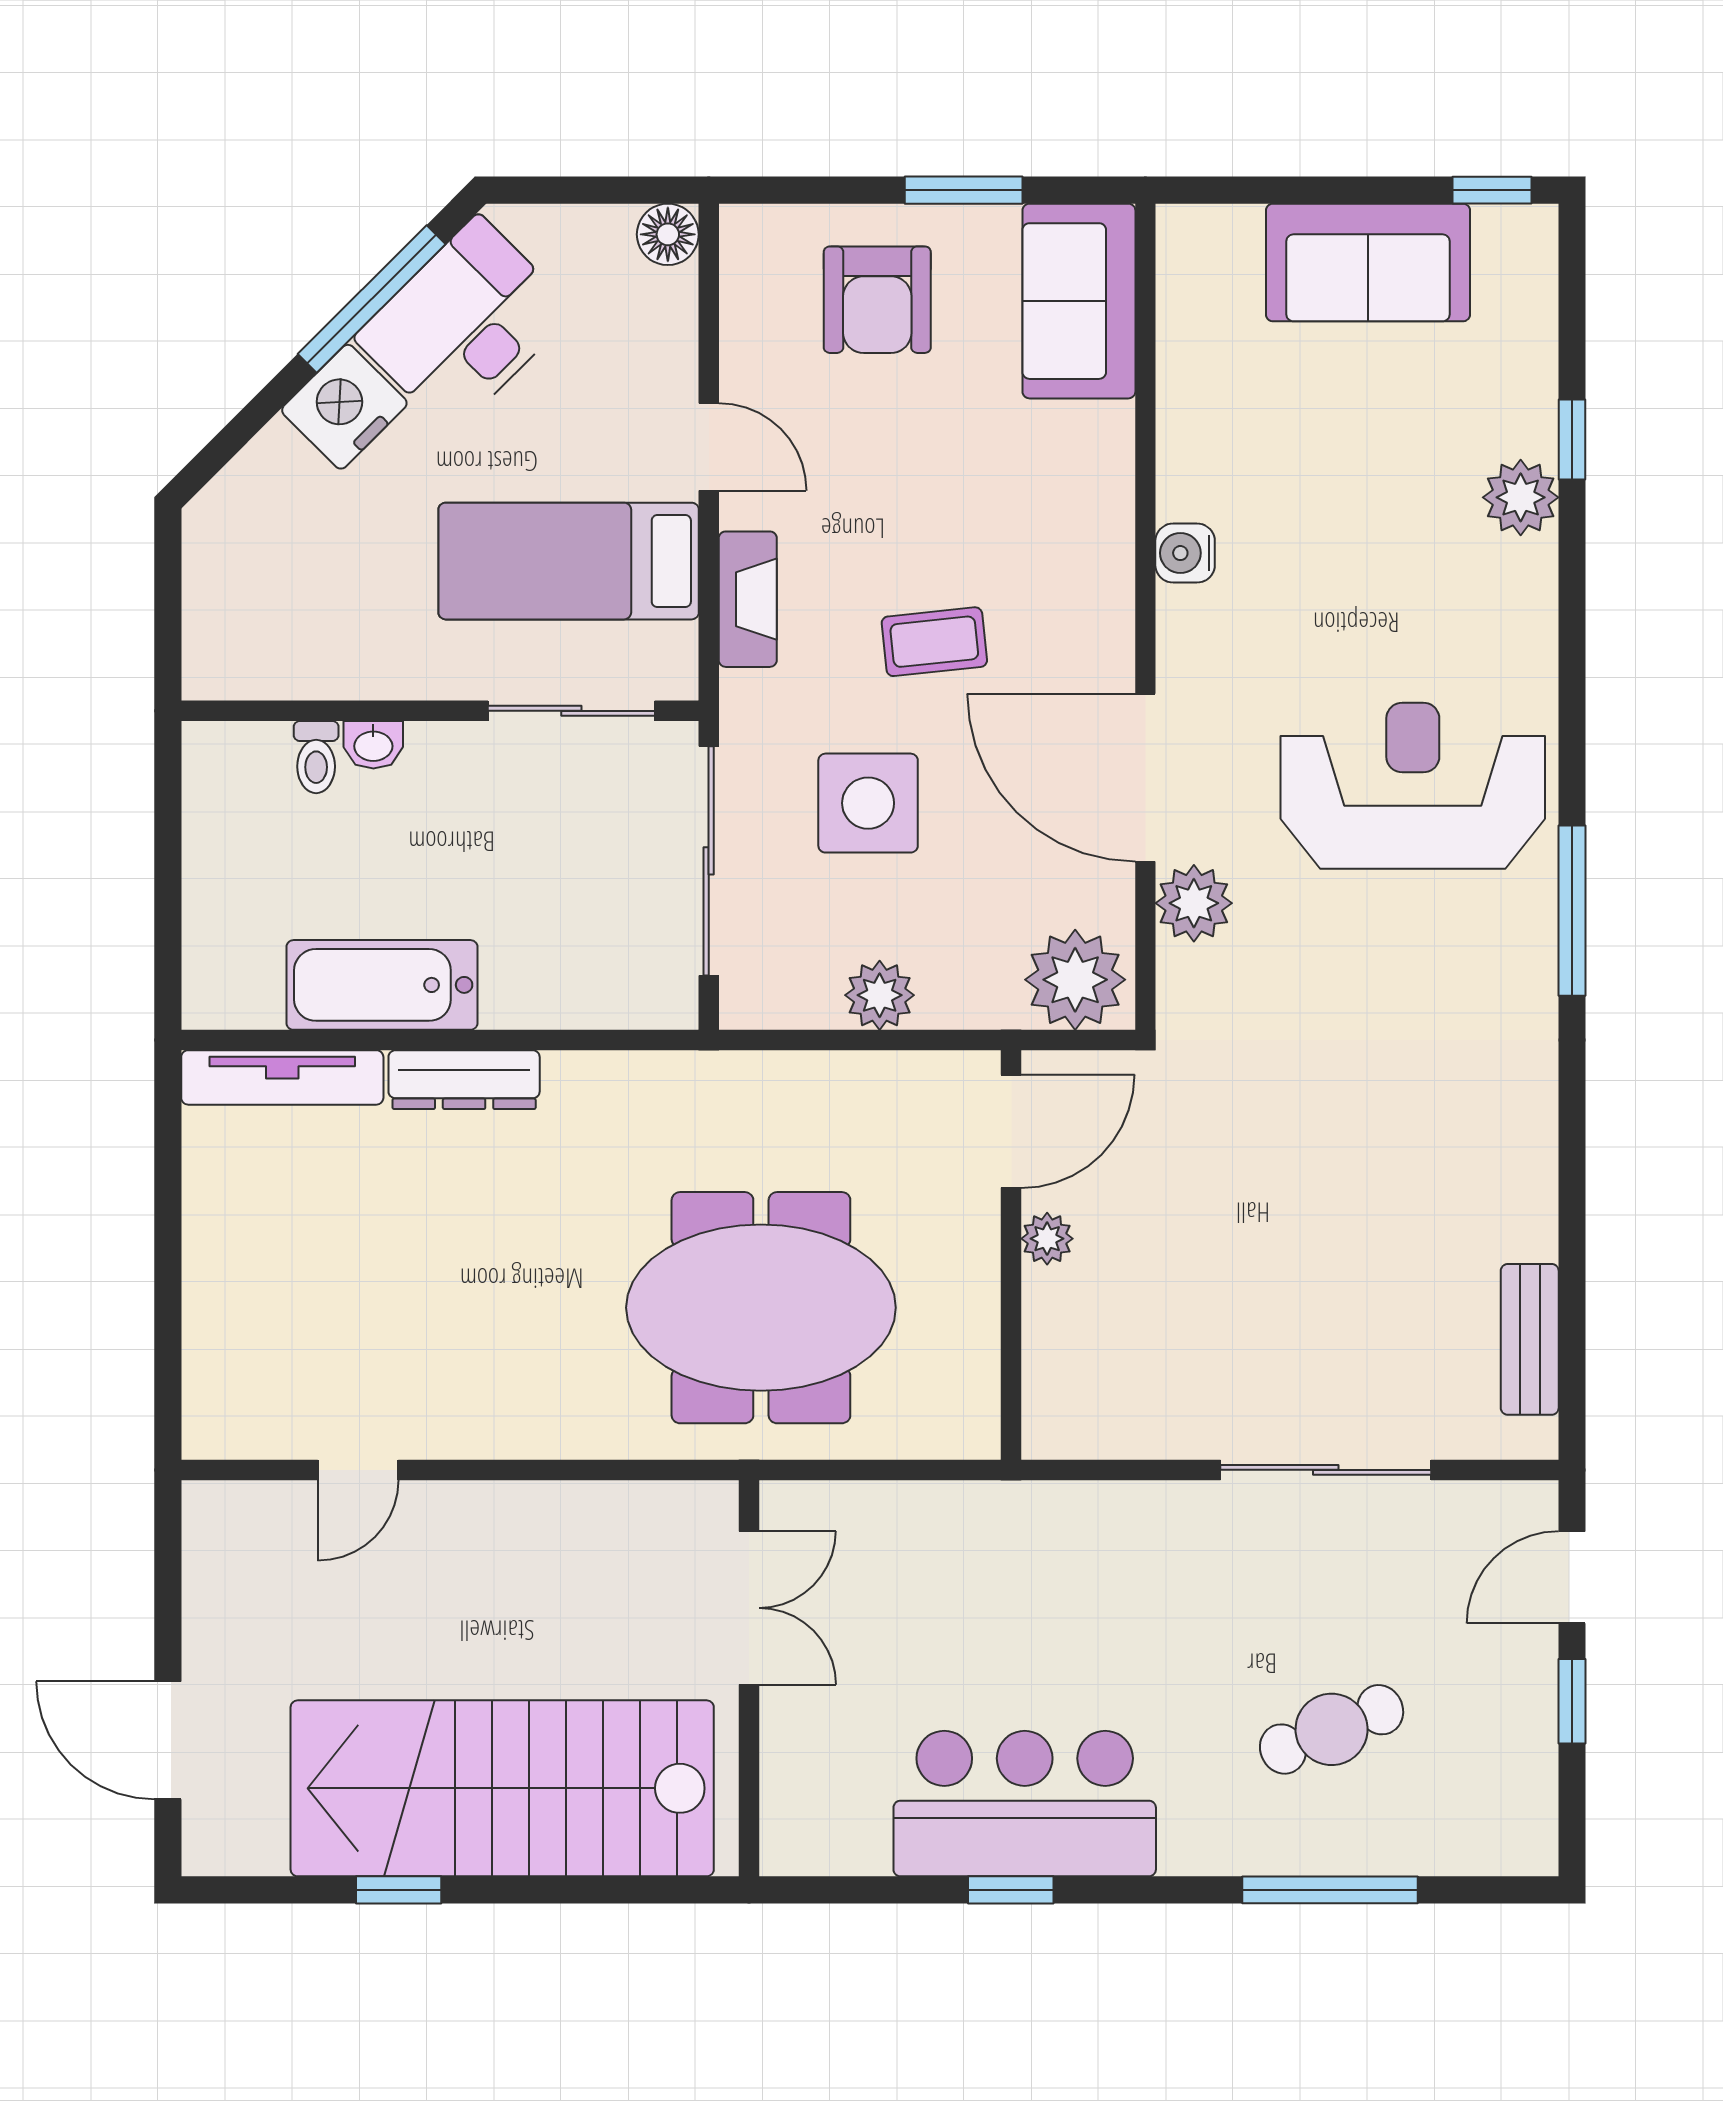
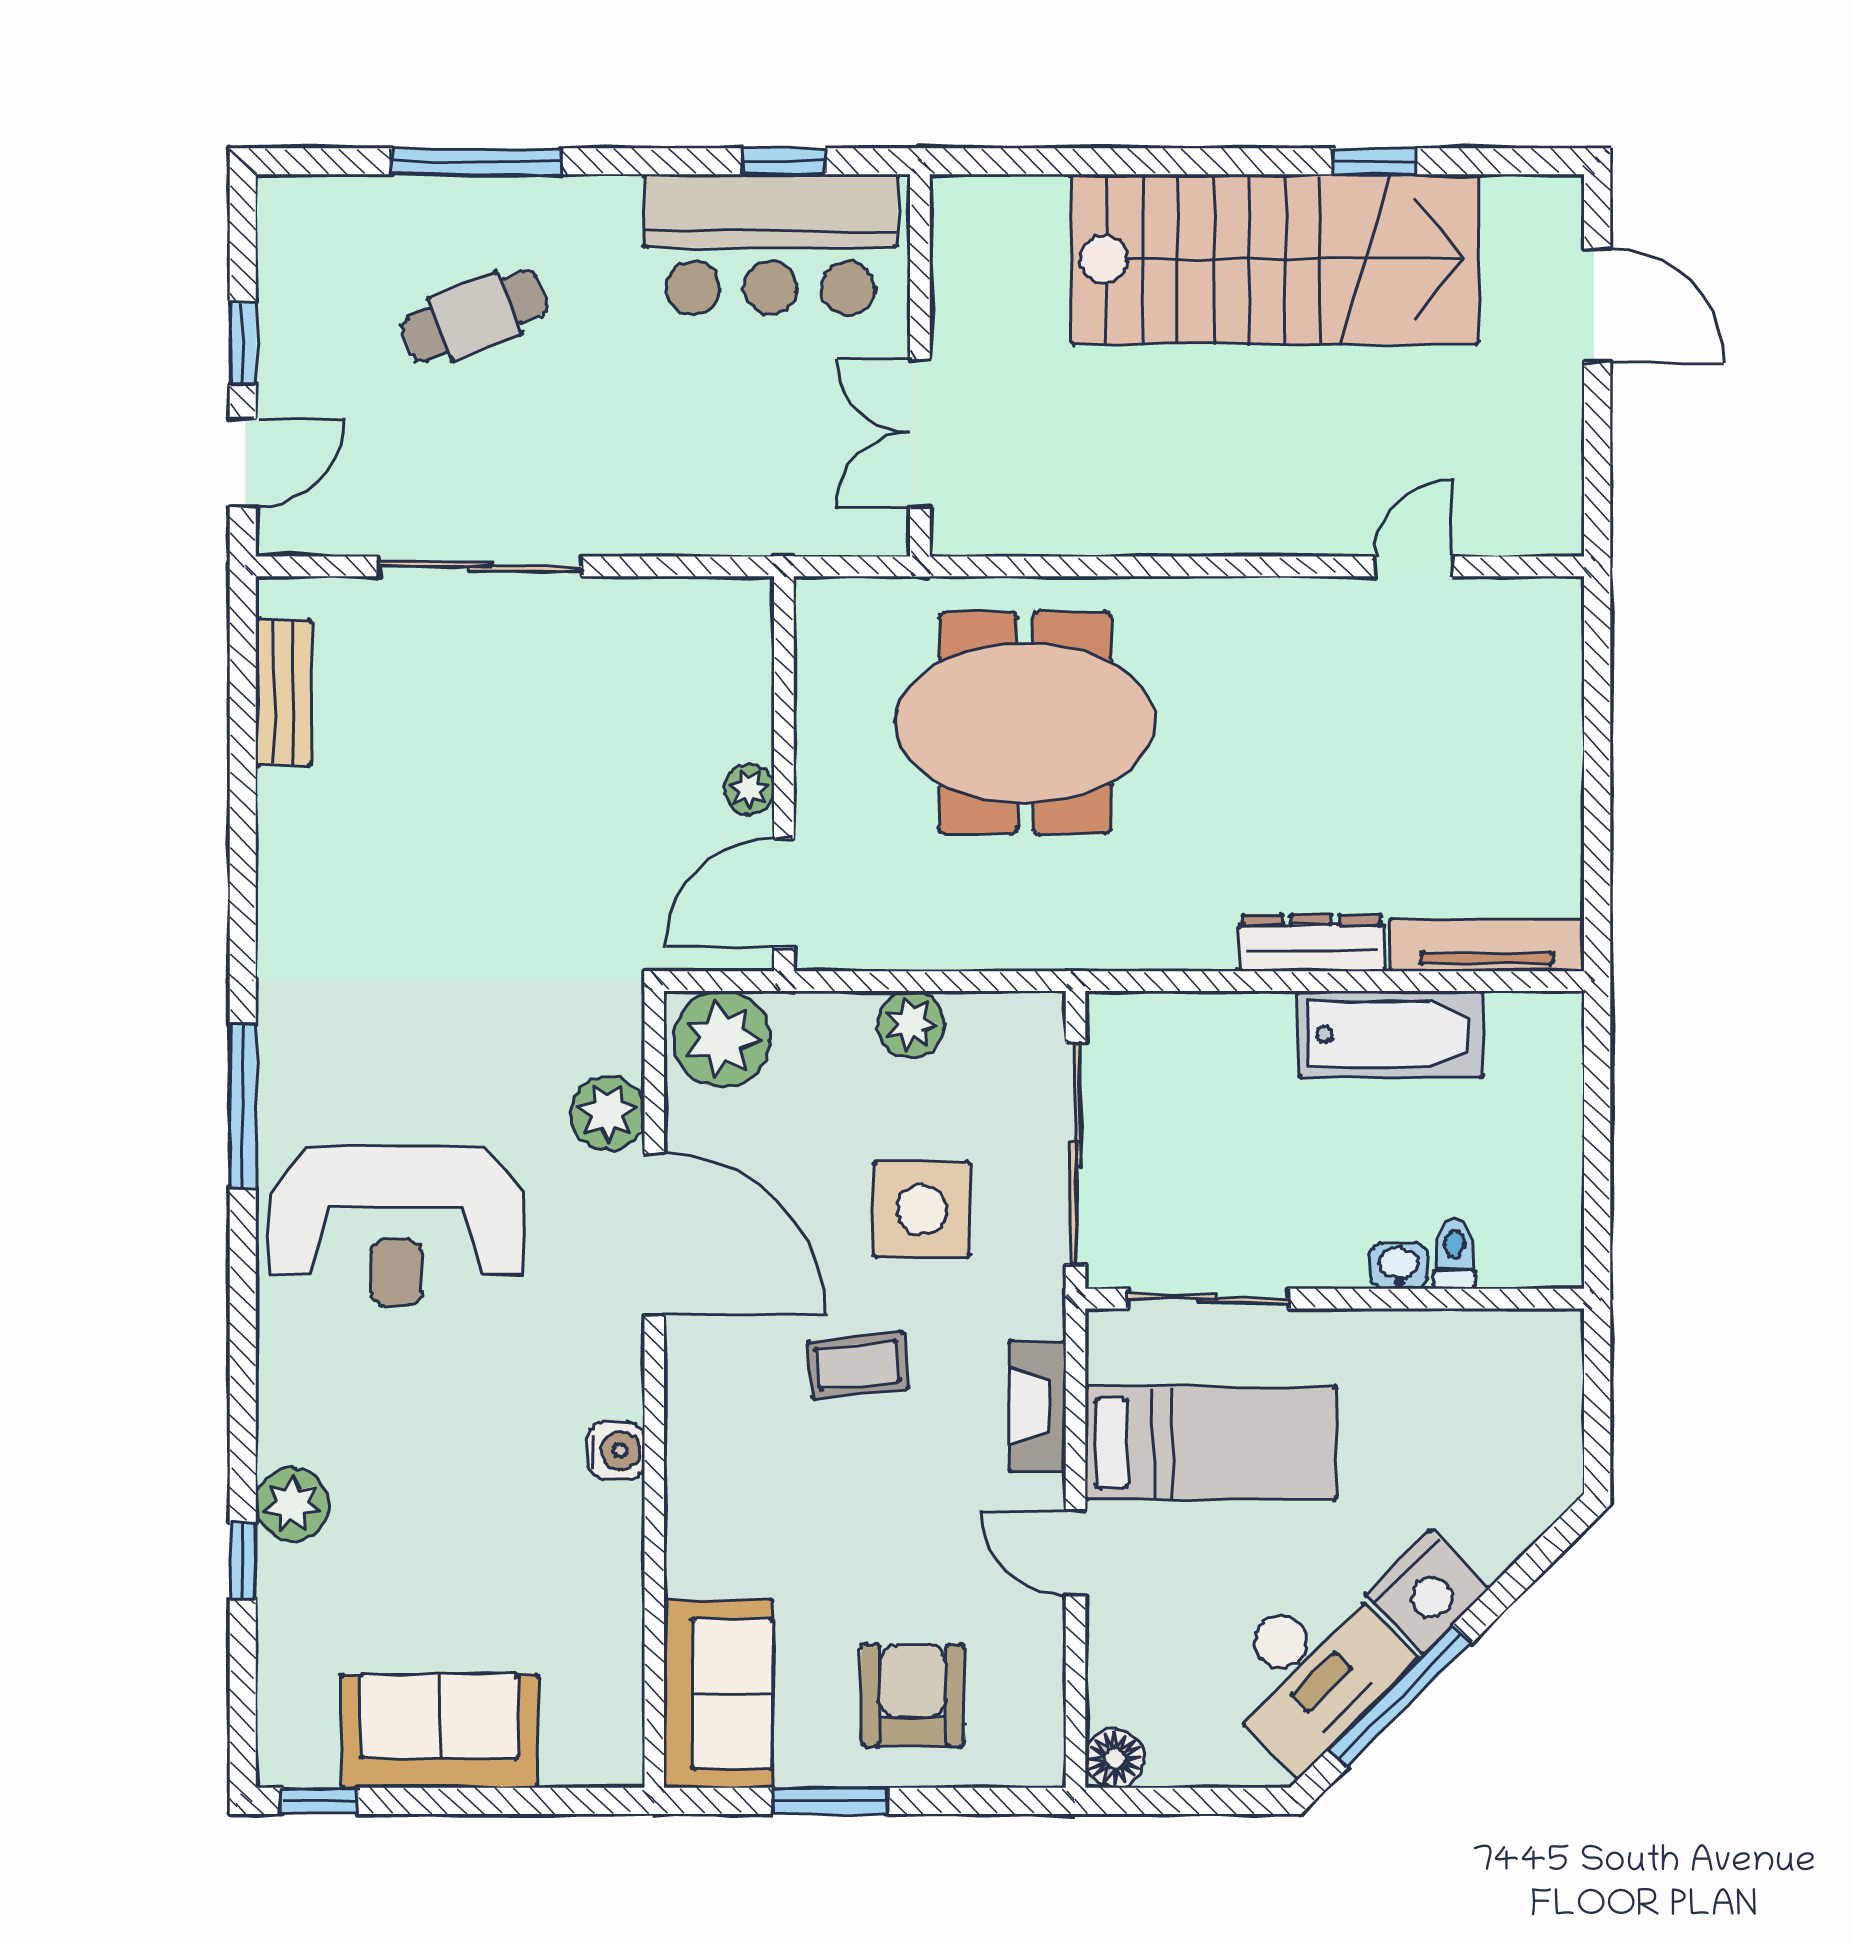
double door: (749, 1608) -> (920, 433), moved
wall: (749, 1678) -> (920, 365), moved

